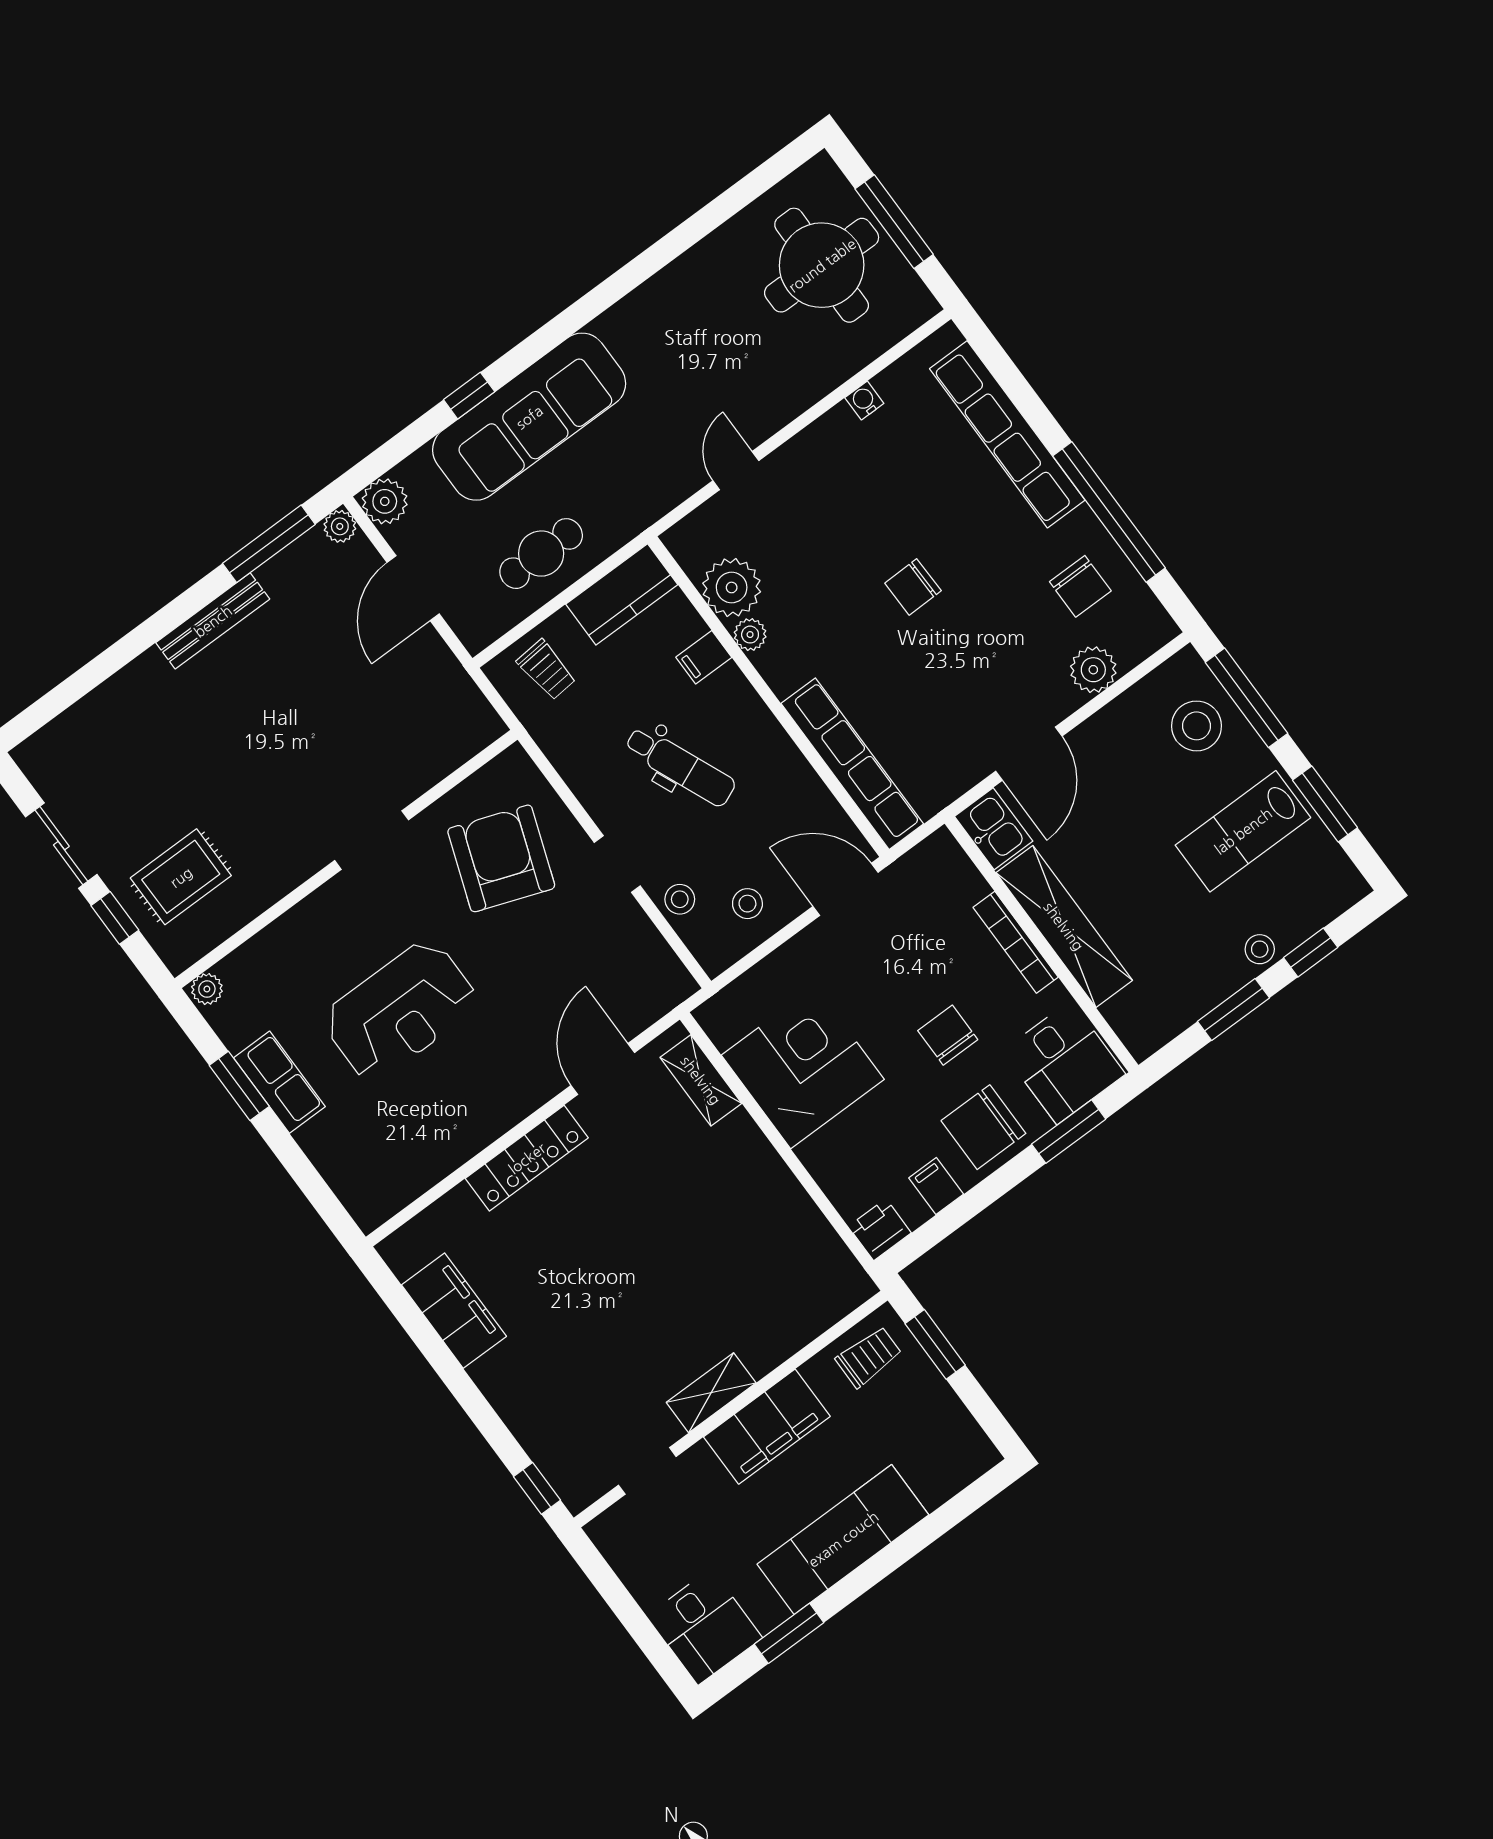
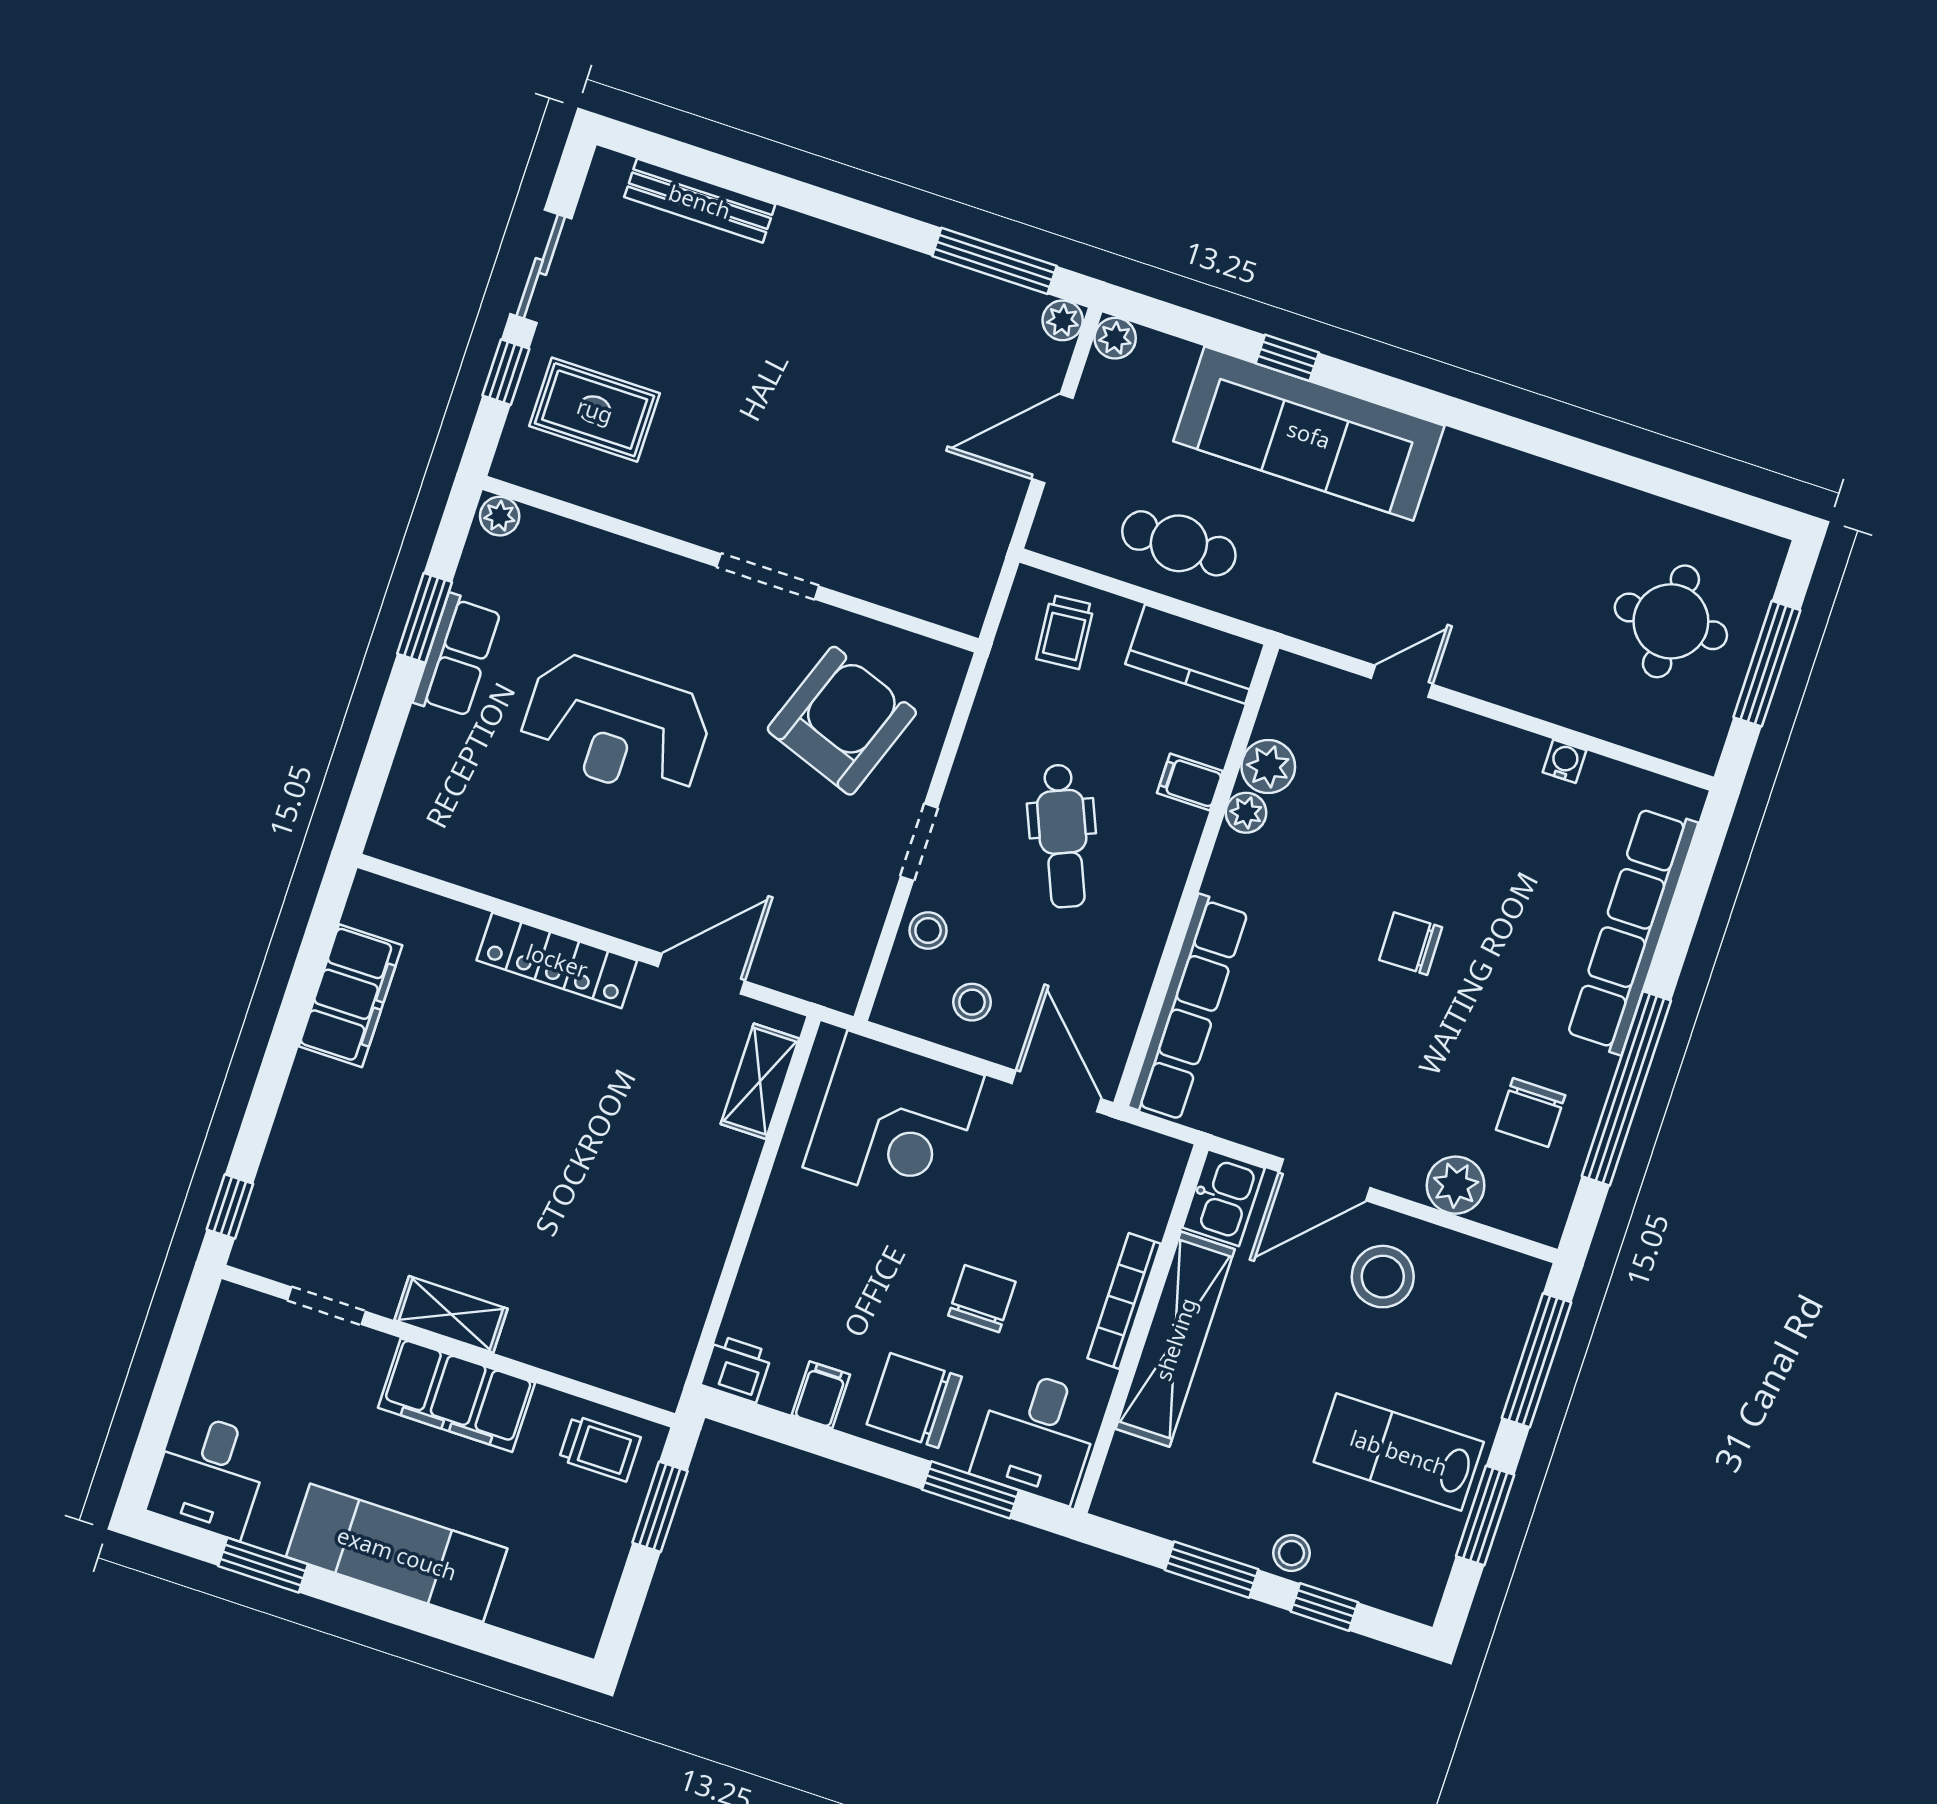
round table: (822, 265) -> (1671, 621), width x0.73, depth x0.73
plant: (385, 501) -> (1115, 338), width x0.73, depth x0.73
plant: (732, 587) -> (1268, 767), width x0.73, depth x0.73
bench: (213, 621) -> (700, 201), moved
stool: (1196, 726) -> (1383, 1277), moved
corner desk: (803, 1067) -> (894, 1121), moved, turned 90

